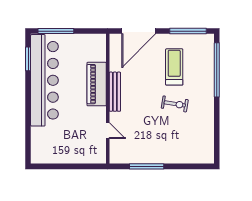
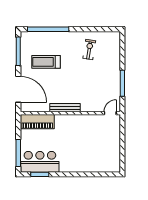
bar counter: (44, 80) -> (40, 162), width x0.54
piano: (97, 84) -> (37, 122), moved
exercise bike: (175, 104) -> (89, 49), moved
door: (108, 131) -> (110, 113), moved

